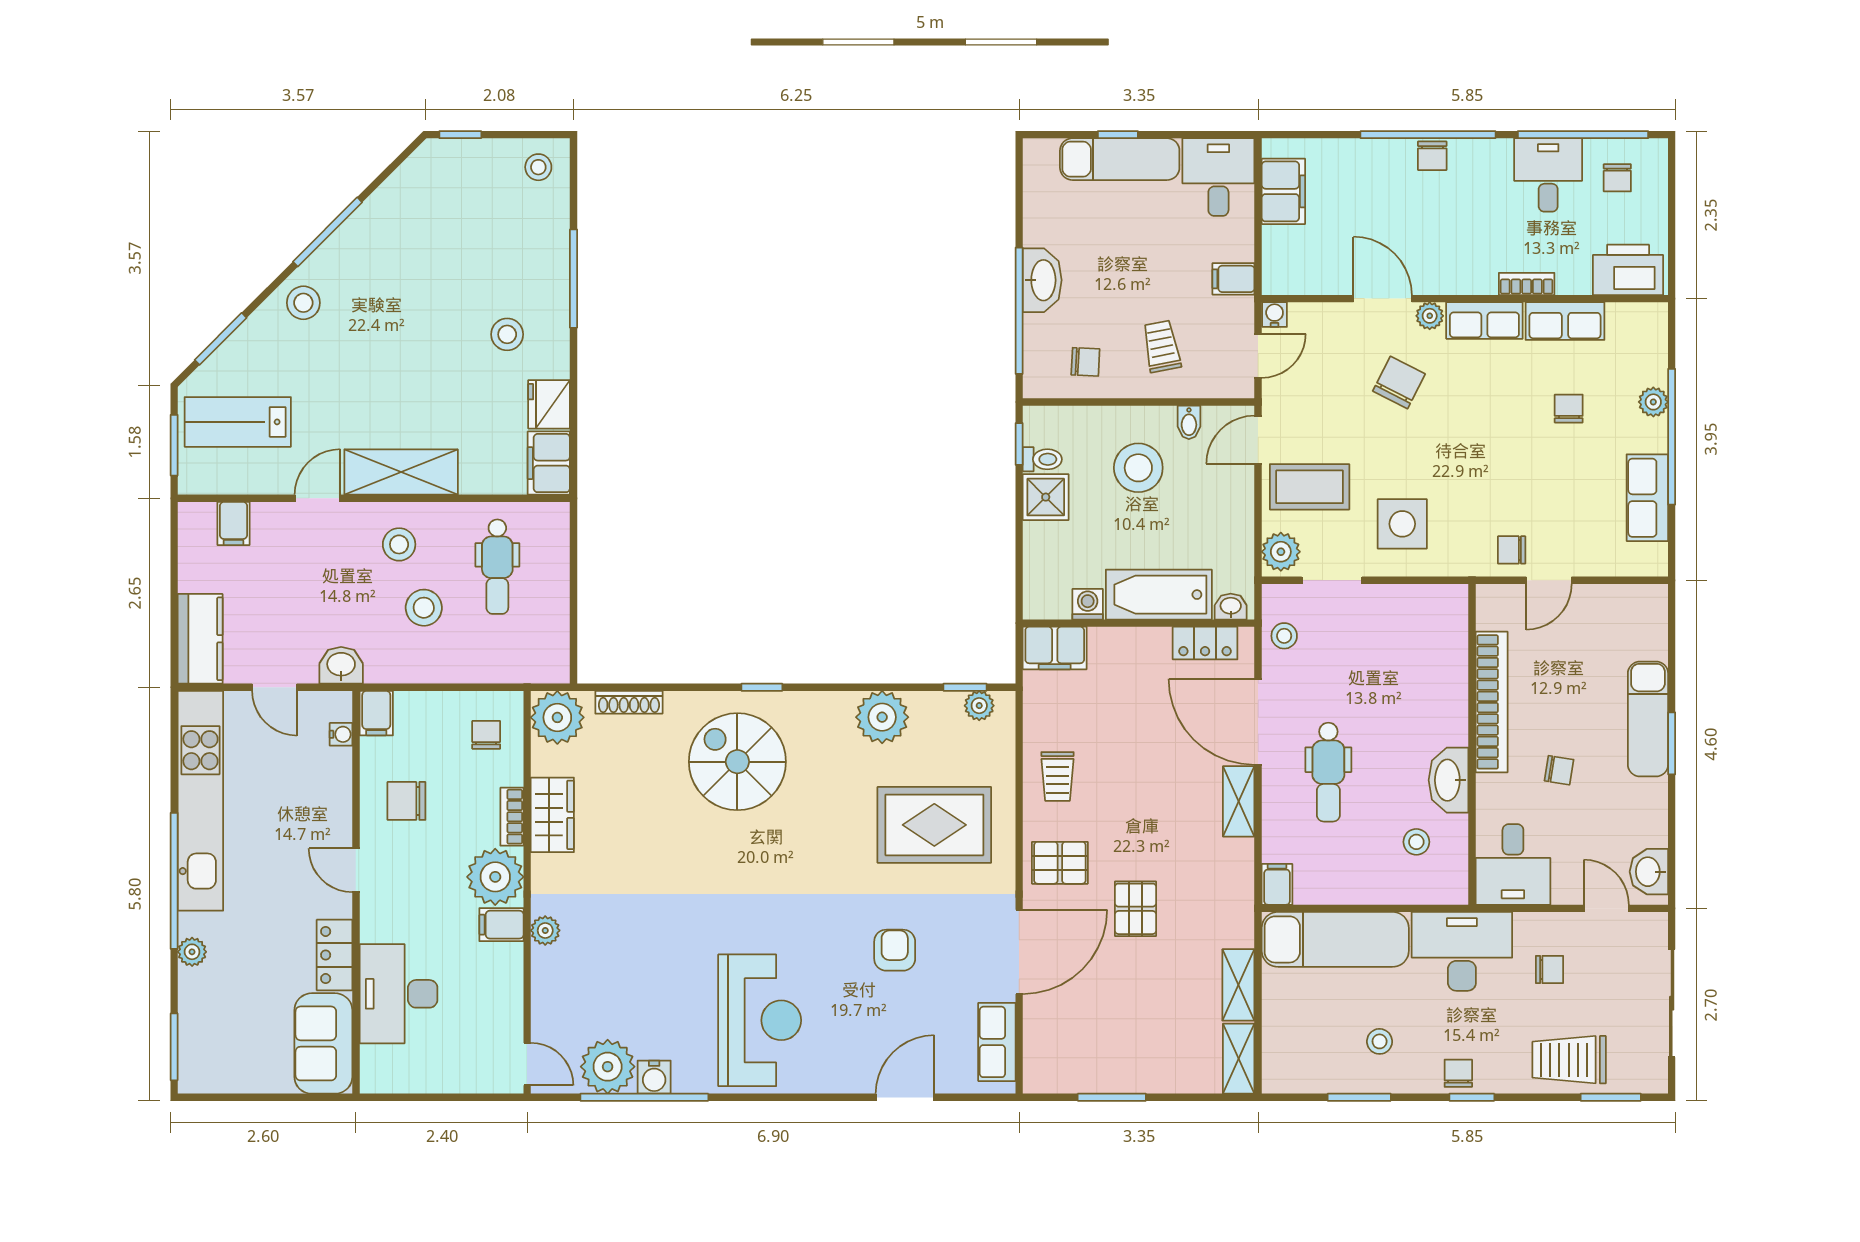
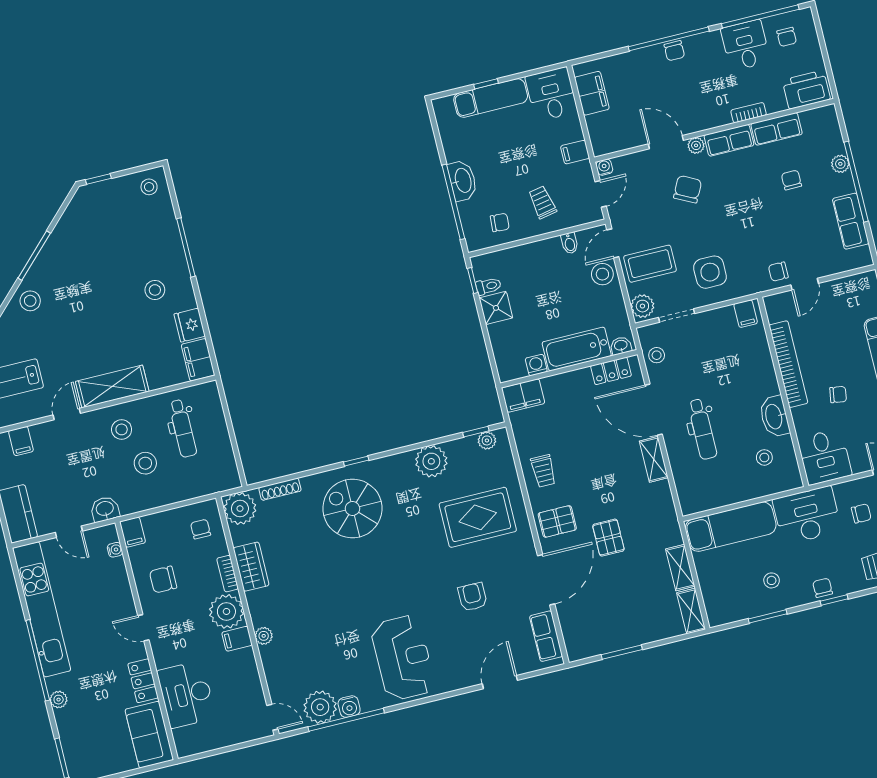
stool: (1138, 468) -> (602, 274), moved, width x0.73, depth x0.73
filing cabinet: (1277, 884) -> (746, 314), moved, turned 180

